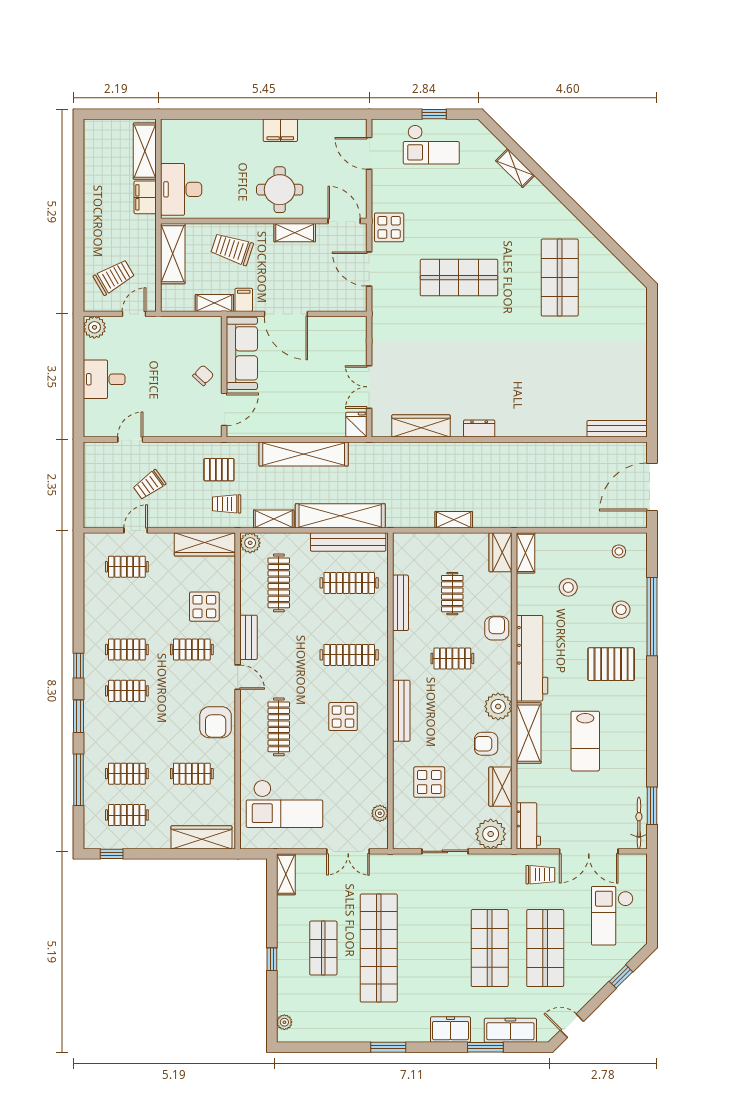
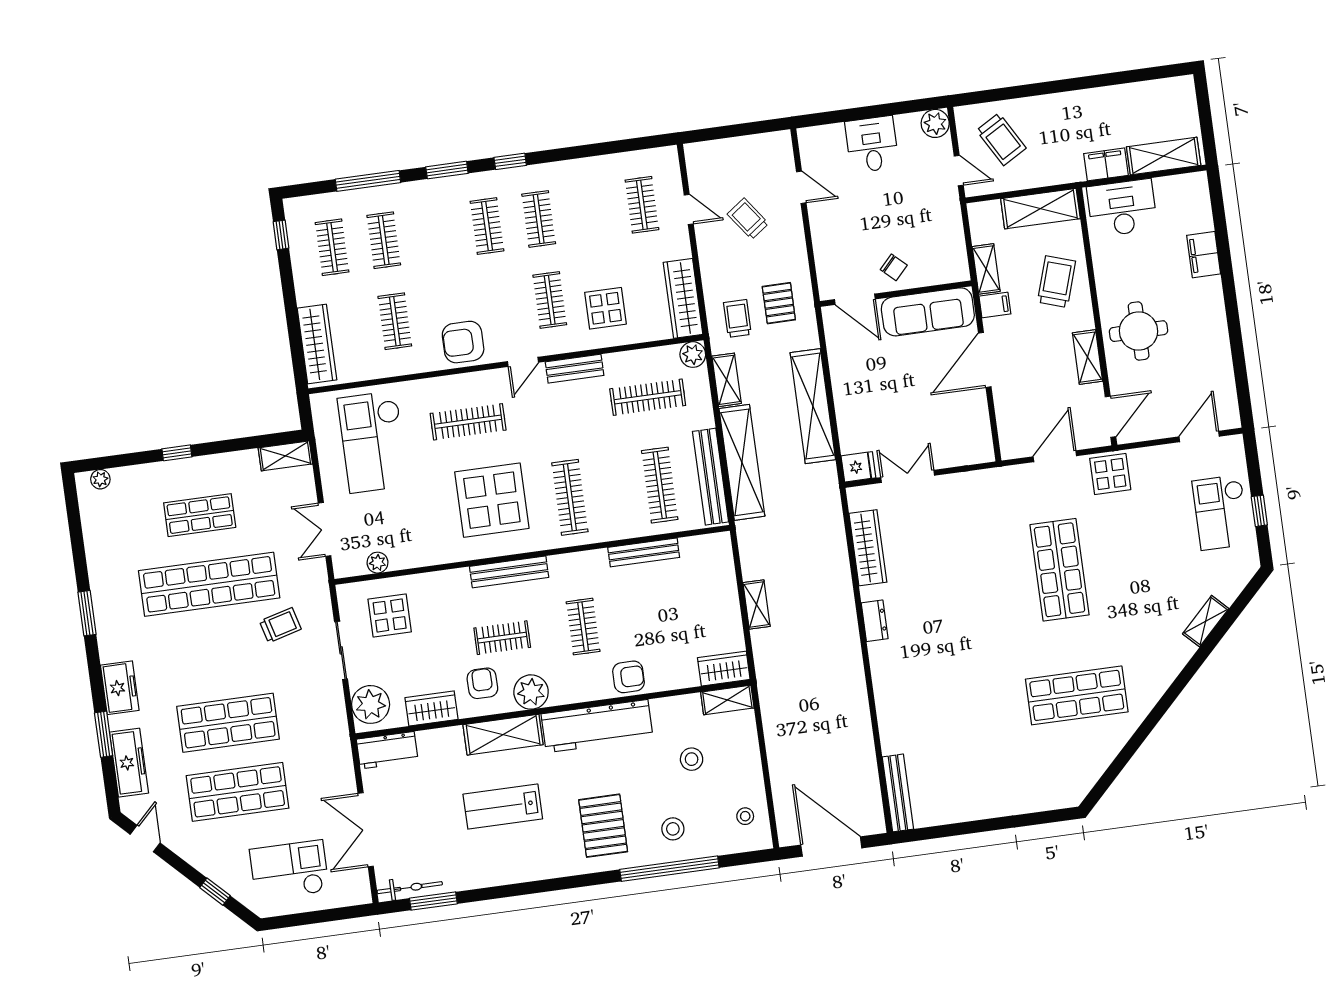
filing cabinet: (280, 130) -> (1204, 255), moved
clothes rail: (452, 594) -> (502, 638), moved
display table: (343, 717) -> (492, 500), width x1.86, depth x1.86
display table: (429, 782) -> (390, 615), moved
trolley: (540, 875) -> (280, 625), moved, turned -105

